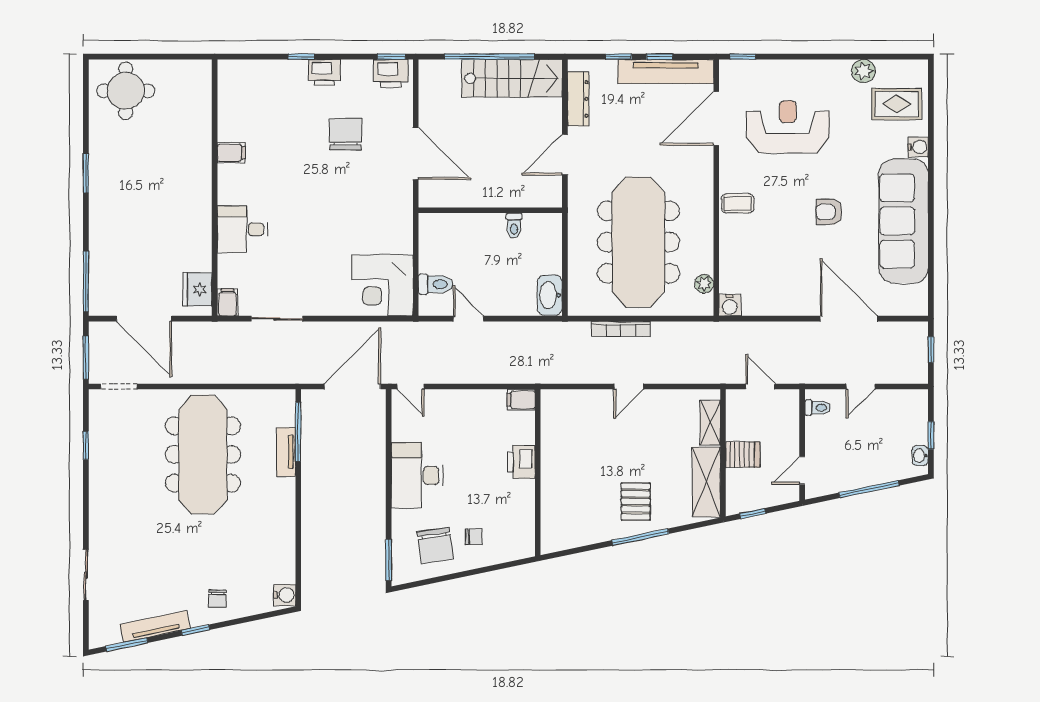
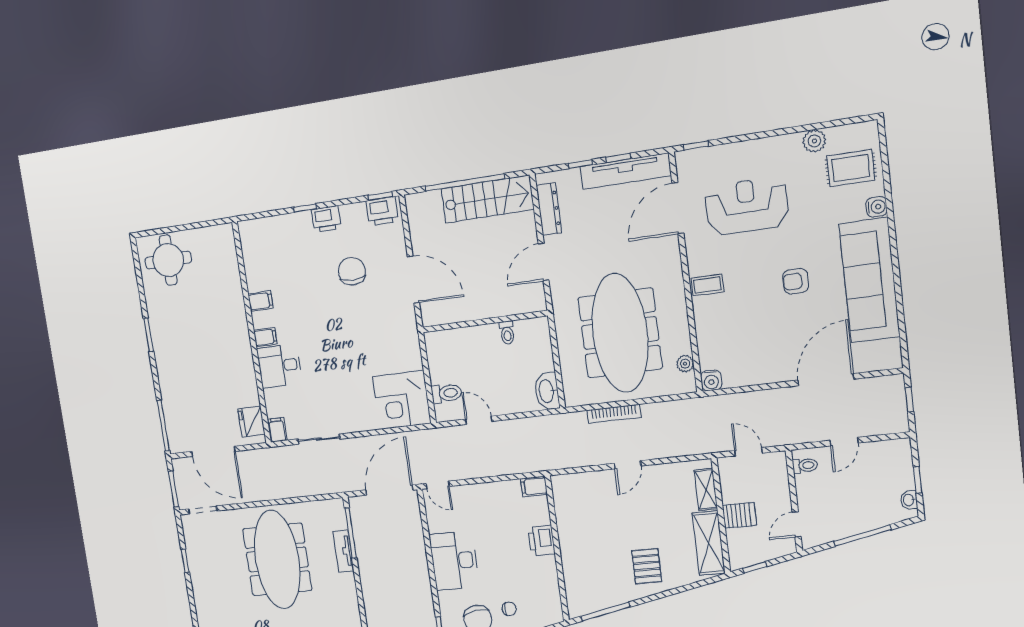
filing cabinet: (230, 194) -> (265, 337), added
door: (849, 319) -> (826, 380), hinge flipped
window: (640, 537) -> (605, 612), moved

